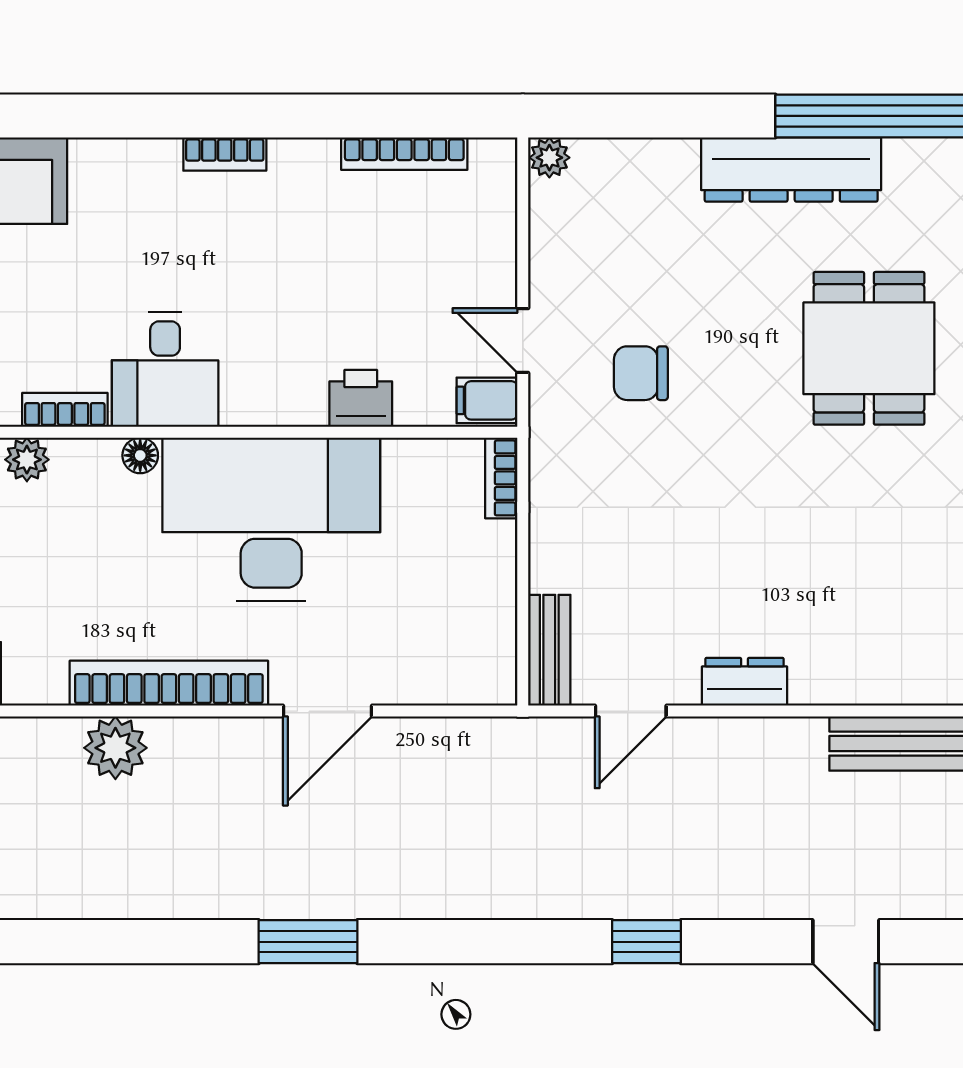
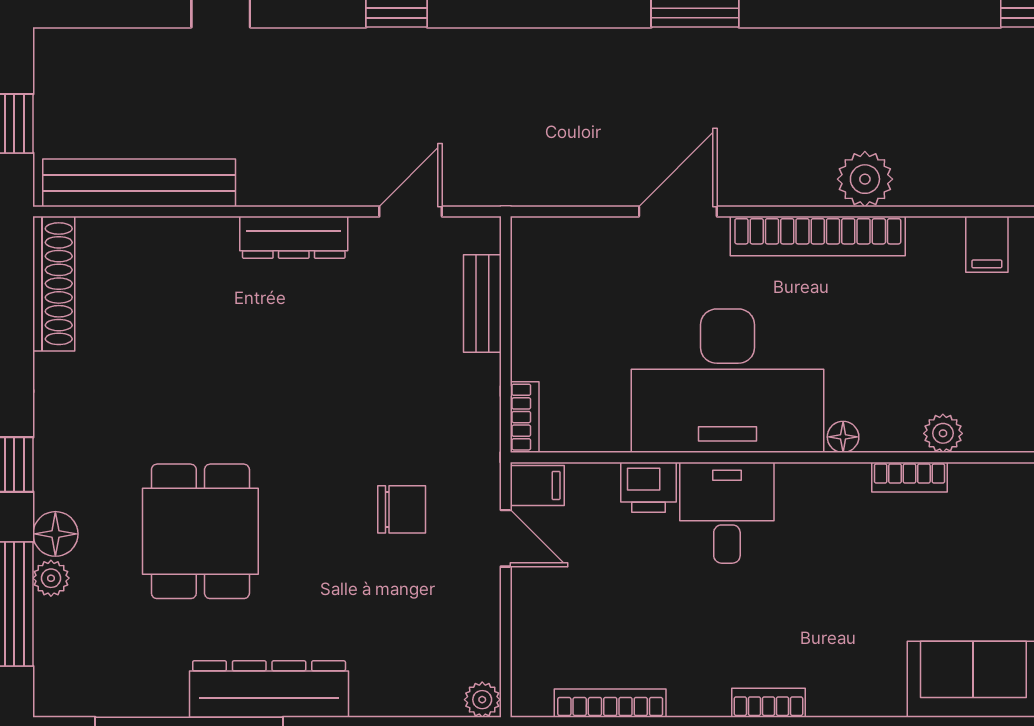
desk: (165, 370) -> (727, 513), moved
bench: (549, 650) -> (482, 304), moved
dresser: (744, 682) -> (294, 237), width x1.44

